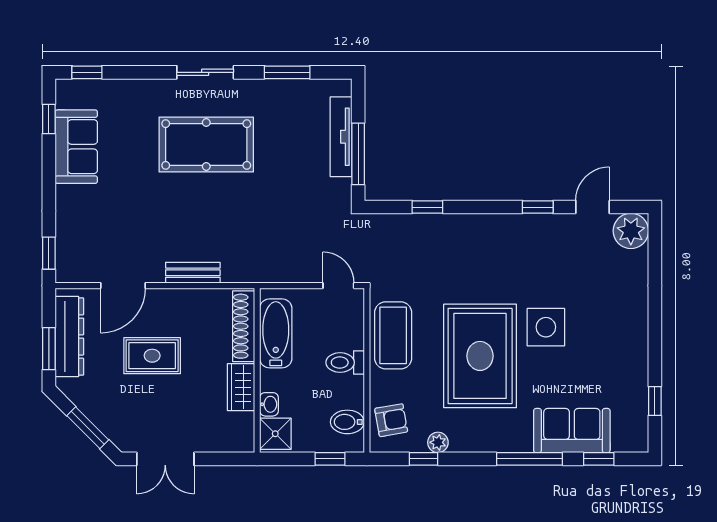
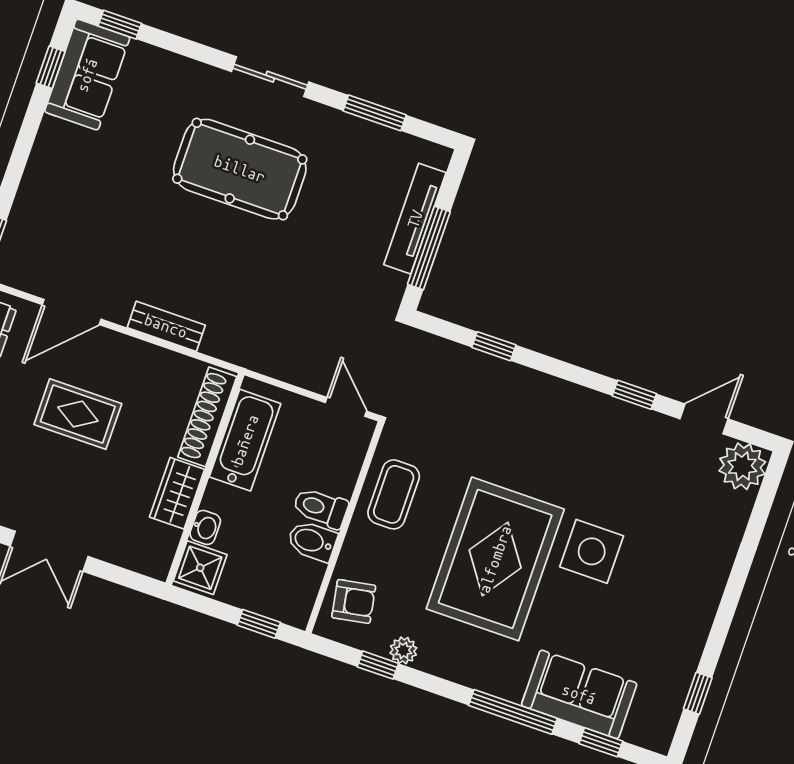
sofa: (76, 147) -> (87, 75), moved
coffee table: (393, 335) -> (394, 494), width x0.73, depth x0.76
bidet: (347, 422) -> (312, 541), moved

